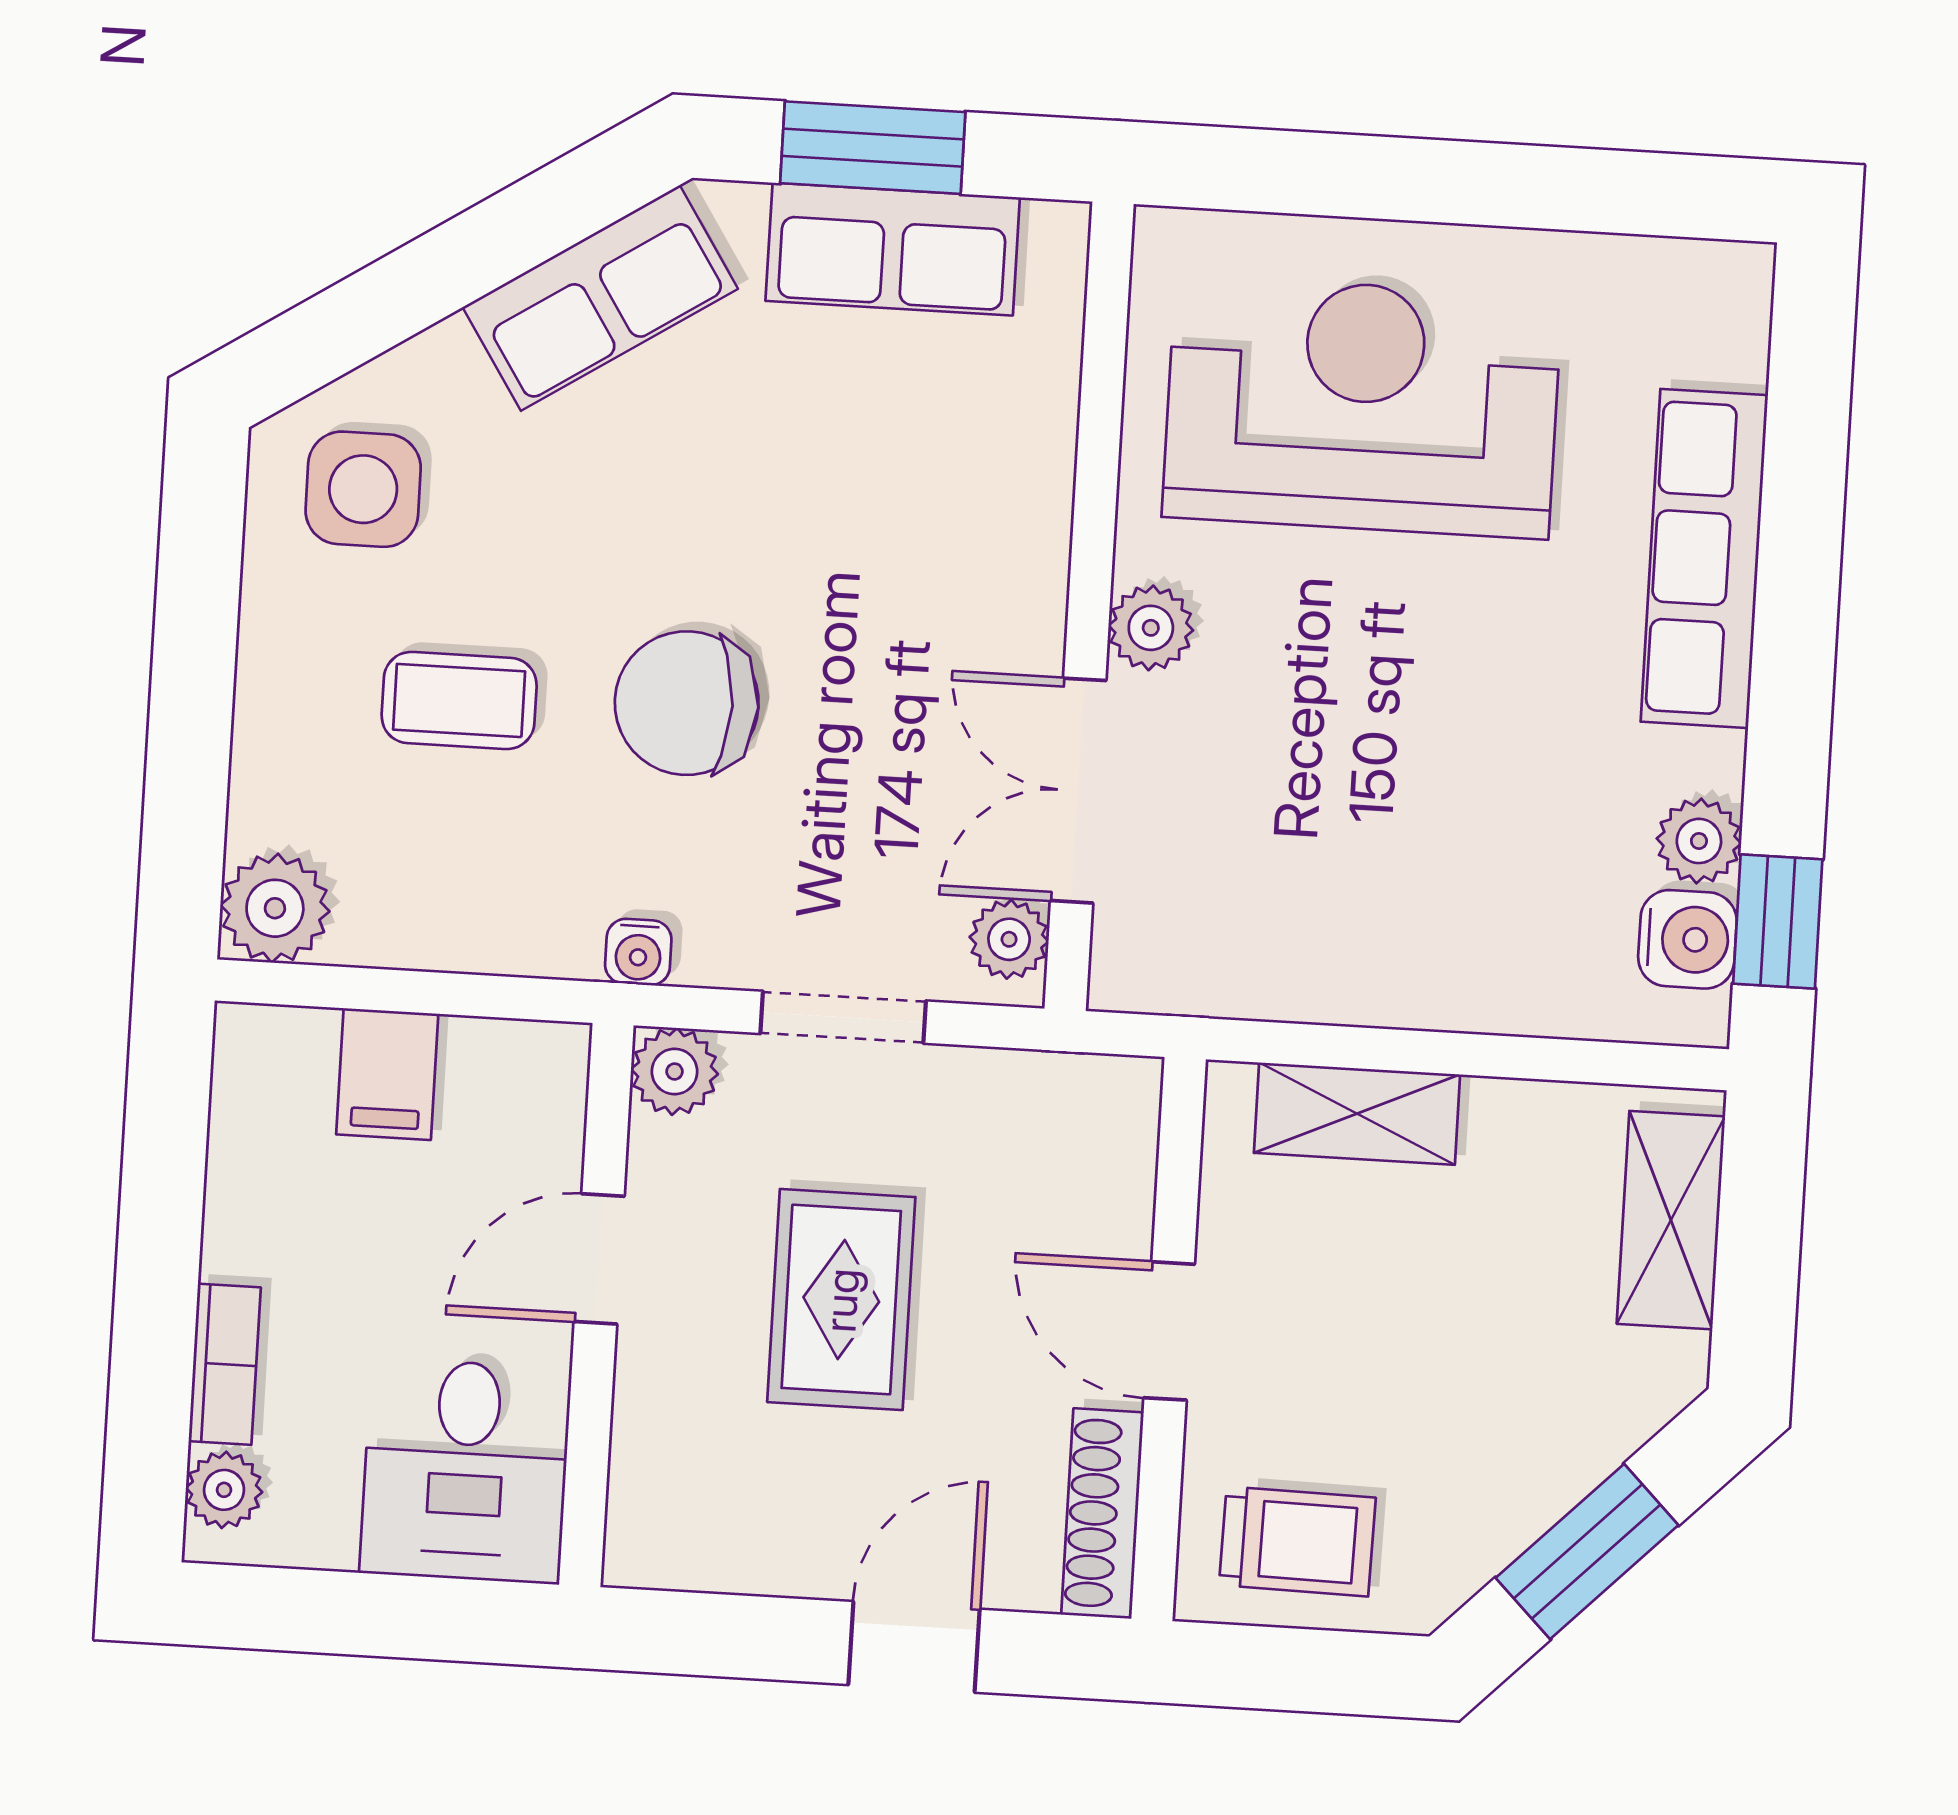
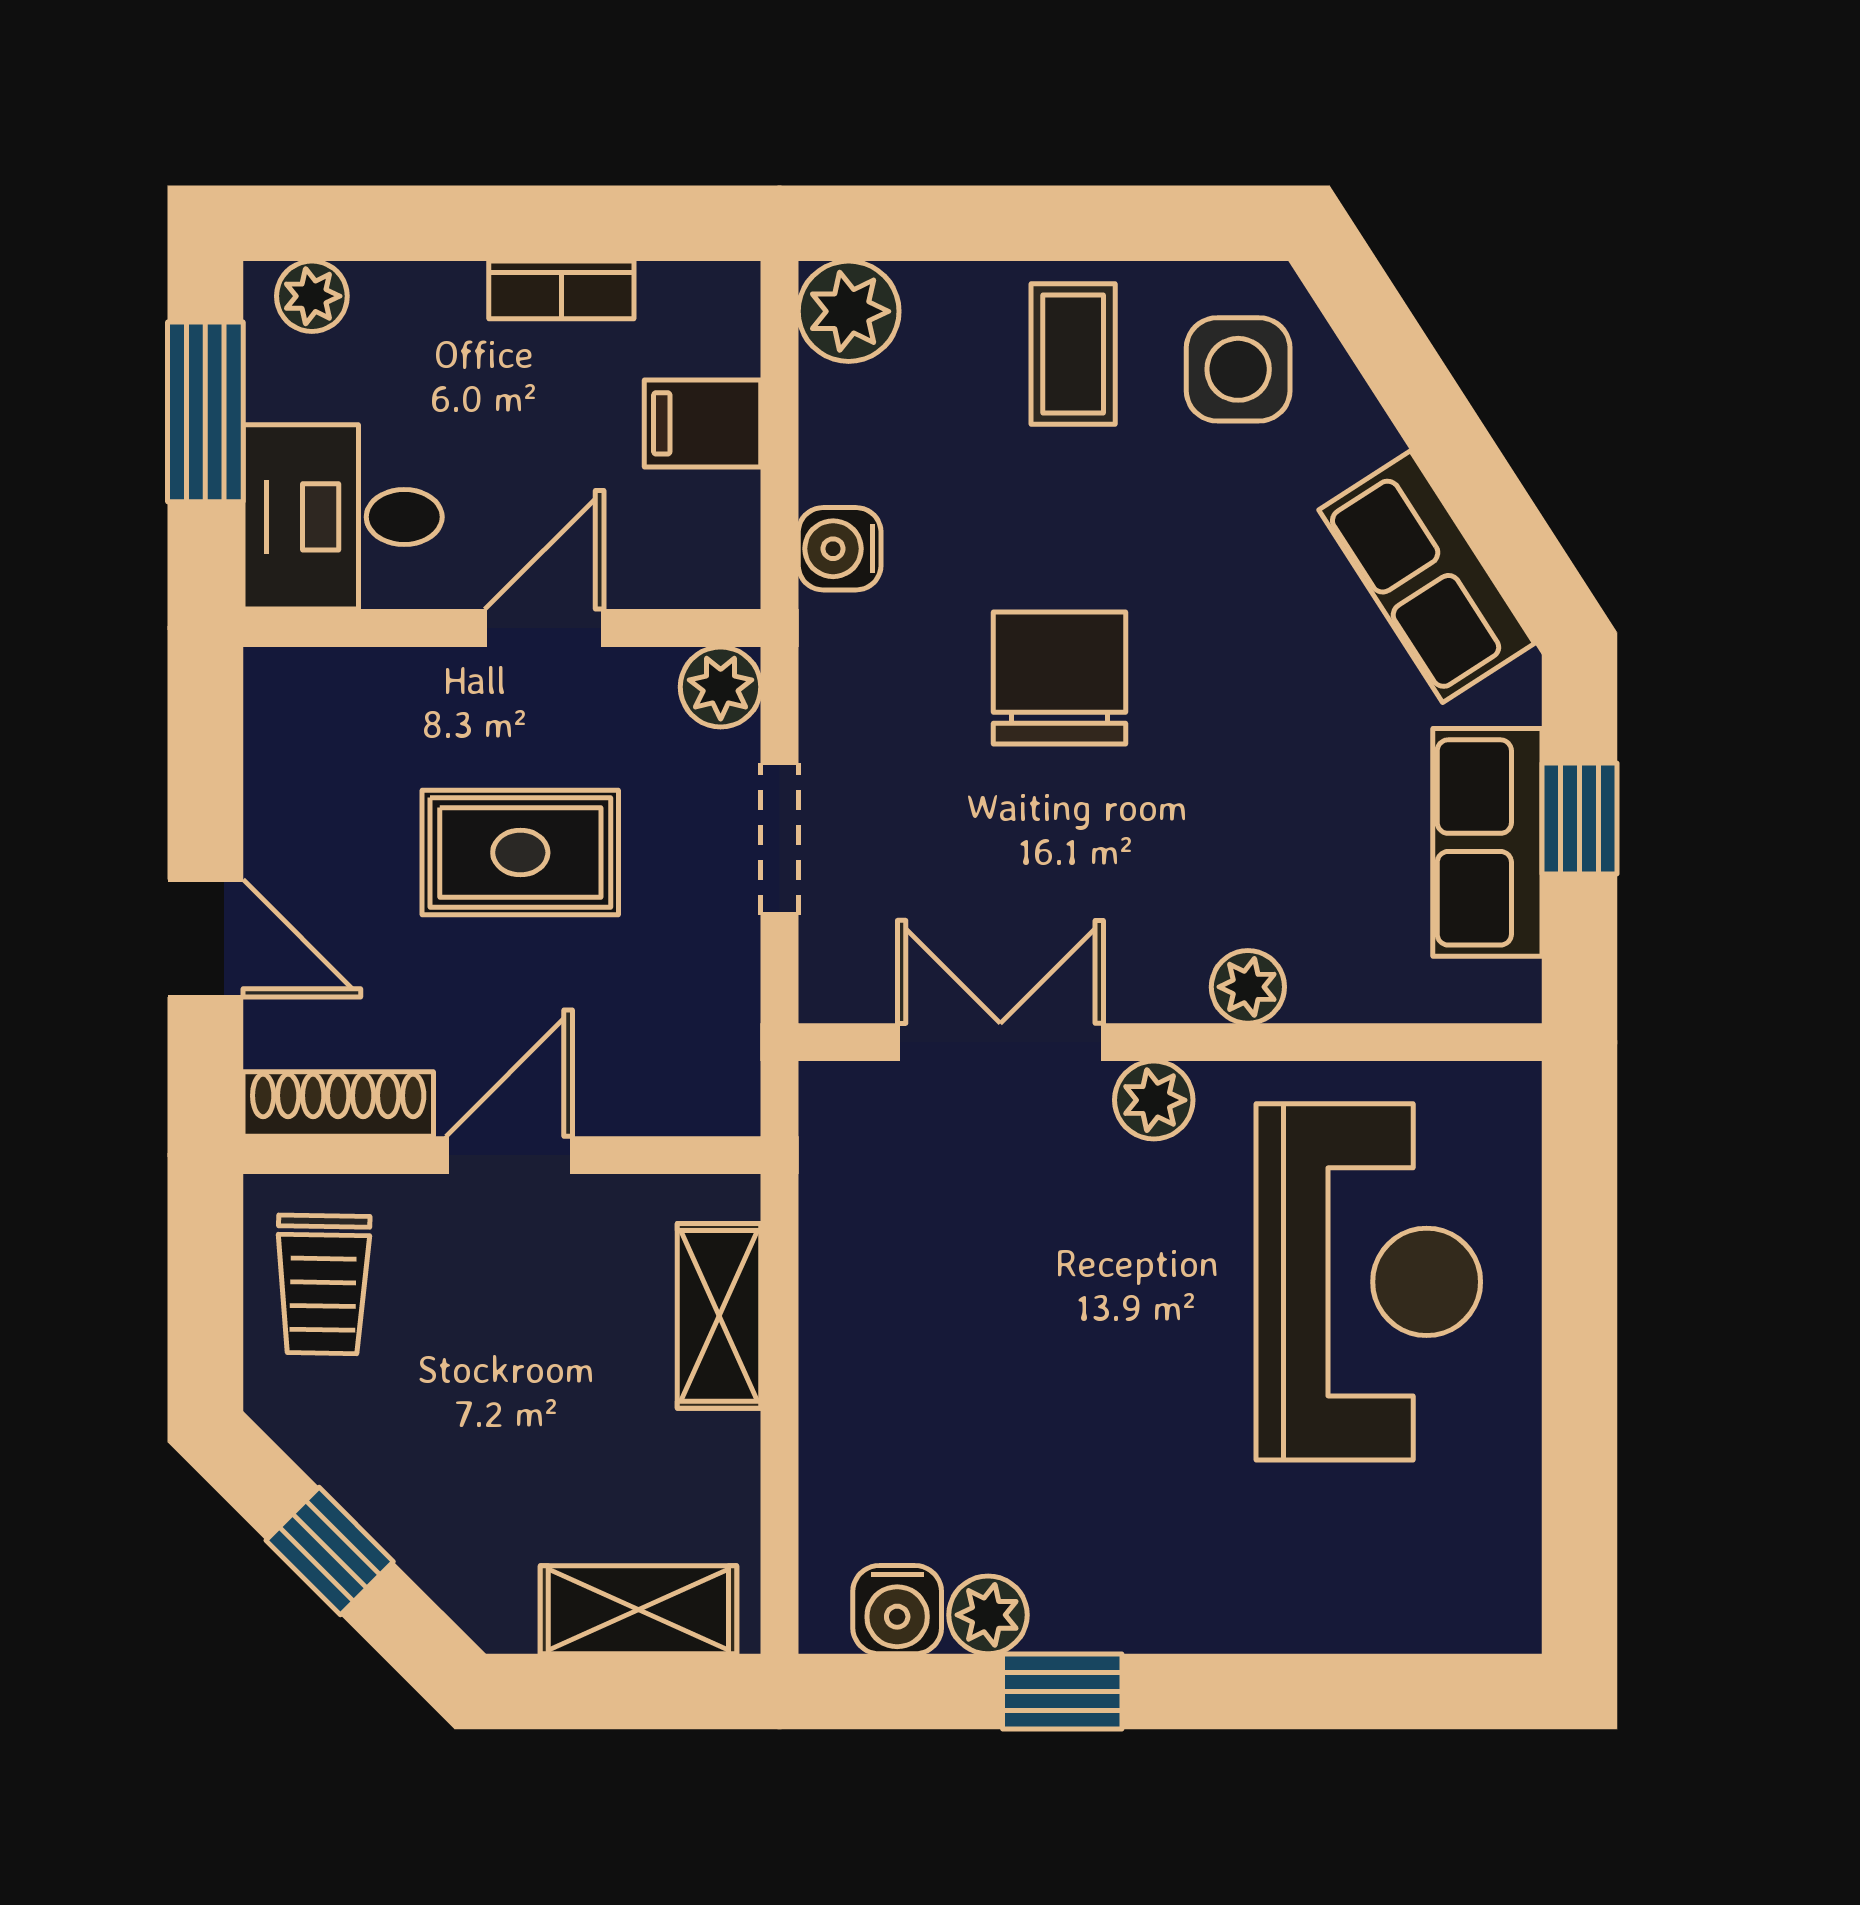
window: (873, 148) -> (1580, 819), width x0.67
row of seats: (1704, 558) -> (1248, 1604), removed
coffee table: (459, 700) -> (1073, 354), moved
window: (1778, 921) -> (1062, 1692), moved
plant: (1009, 939) -> (1248, 987), moved
water cooler: (638, 952) -> (840, 549), moved, width x1.38, depth x1.38
door: (599, 1259) -> (544, 628), hinge flipped
bookcase: (225, 1364) -> (561, 290), moved
window: (1587, 1552) -> (330, 1551), width x0.67
window: (343, 1613) -> (205, 412), added

